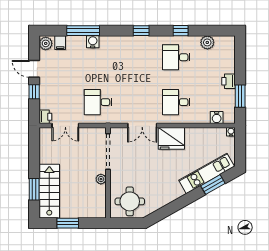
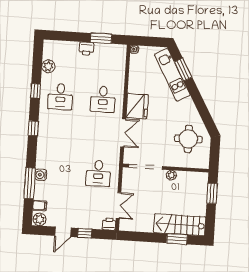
water cooler: (217, 118) -> (120, 62), removed
round table: (130, 201) -> (188, 139), moved
window: (68, 223) -> (212, 193), moved

